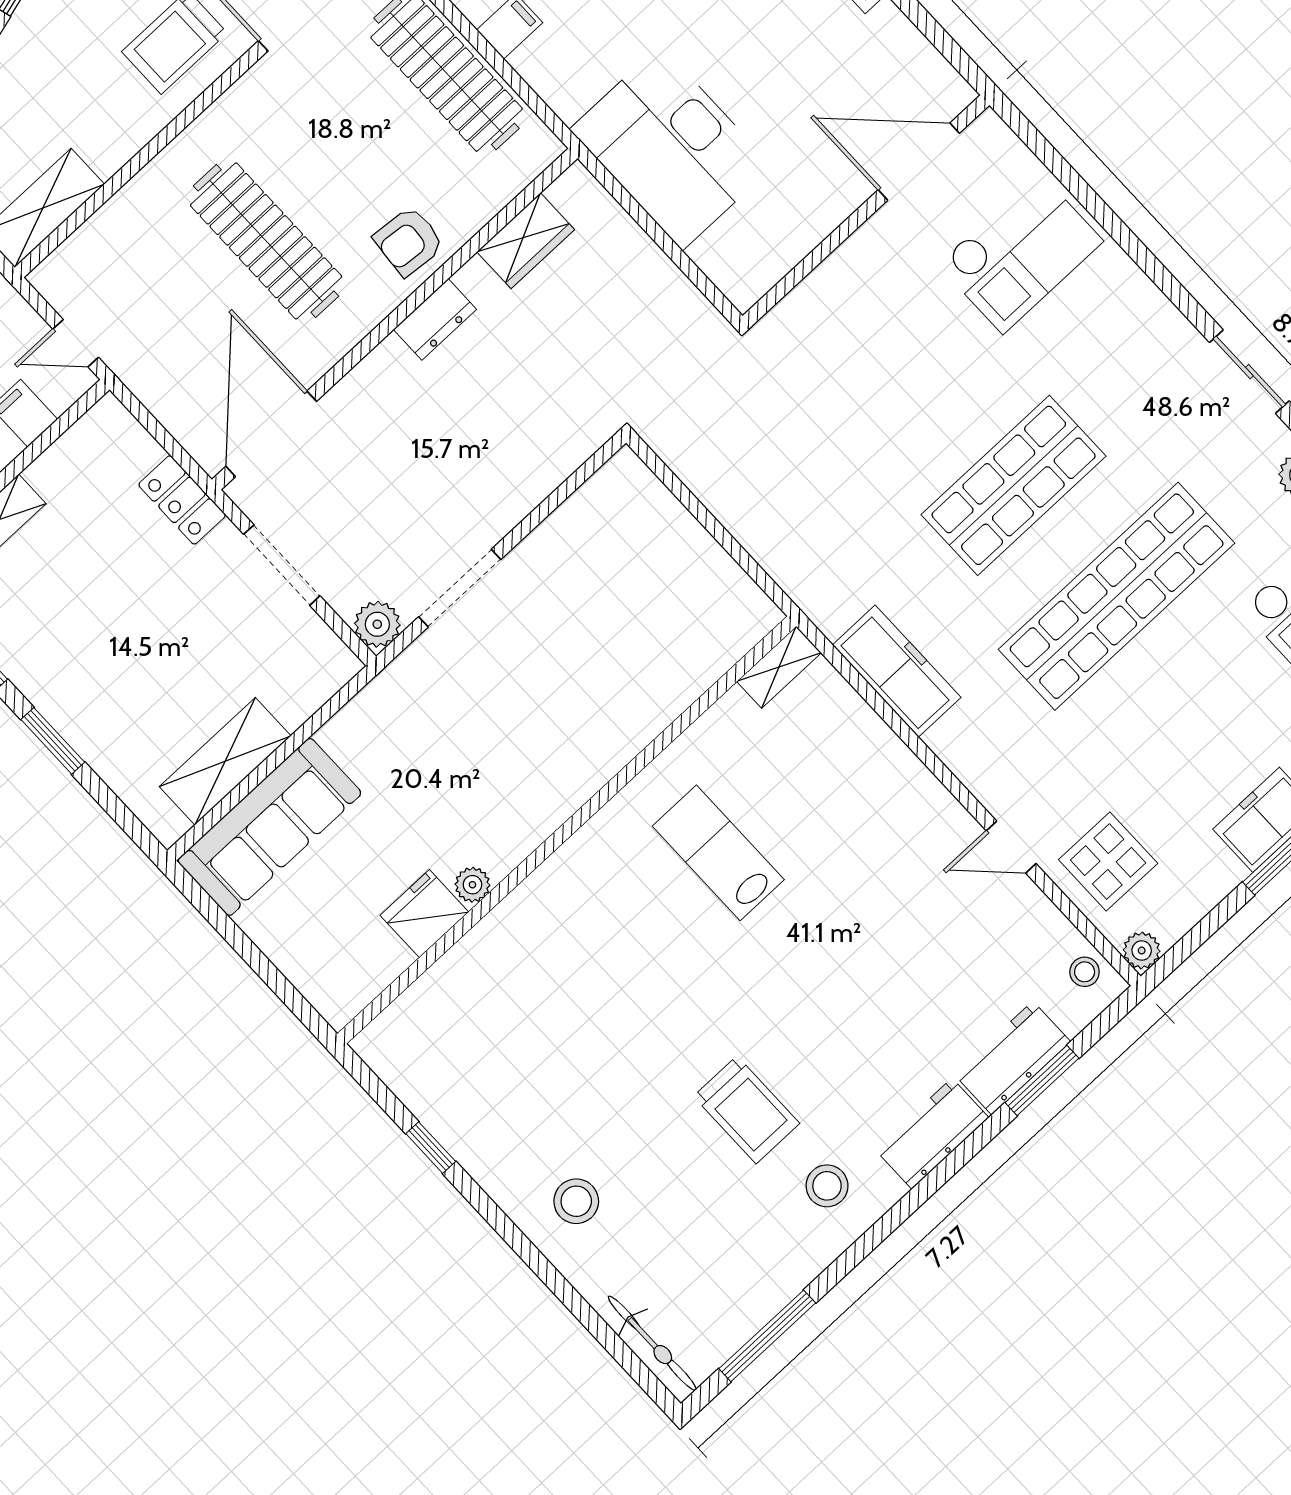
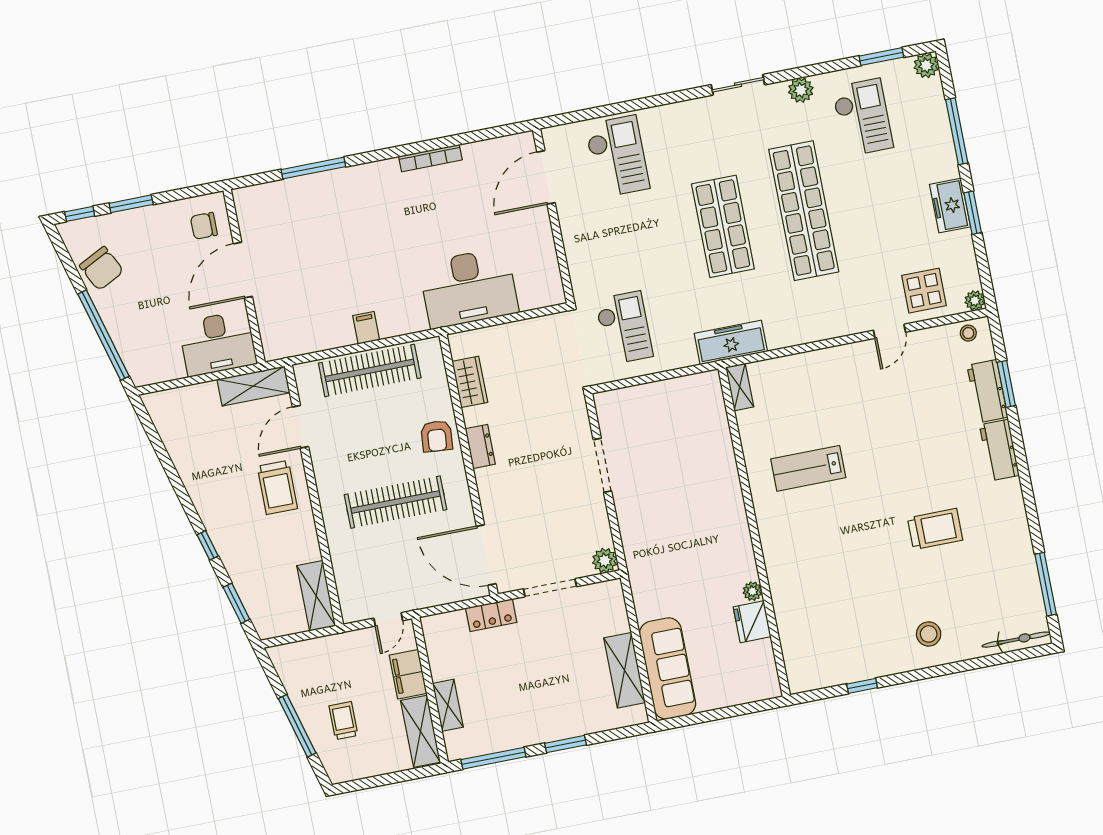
checkout: (759, 429) -> (624, 328), added
doorway: (460, 588) -> (602, 465), moved
freezer: (897, 671) -> (731, 342), moved
stool: (827, 1186) -> (993, 514), removed

